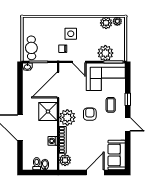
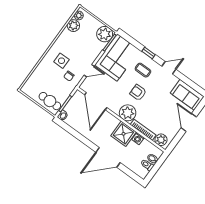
plant: (105, 53) -> (105, 34), moved
shower: (48, 111) -> (123, 134), moved

